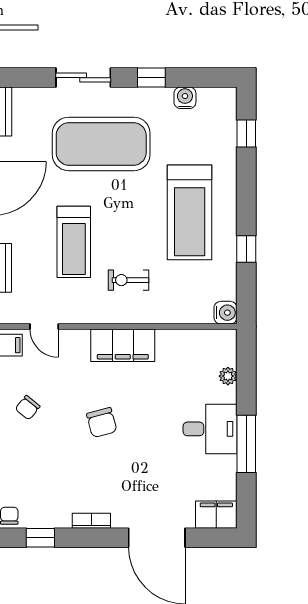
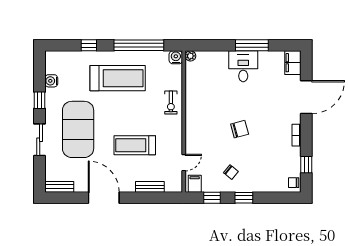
window: (246, 133) -> (89, 45), moved
treadmill: (74, 242) -> (135, 145), turned 180
window: (246, 249) -> (139, 45), width x3.17
exercise bike: (129, 280) -> (171, 103), moved
filing cabinet: (123, 345) -> (195, 117), removed
plant: (228, 376) -> (190, 56), moved

